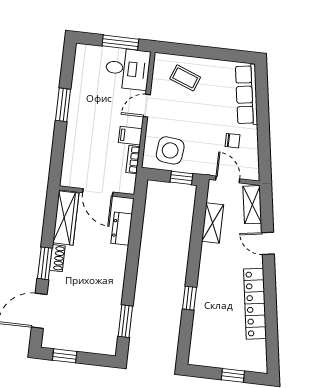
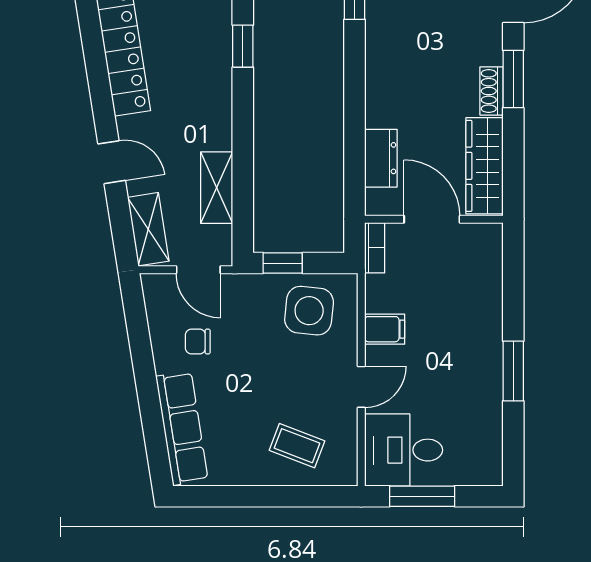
bookcase: (133, 160) -> (375, 248), moved

